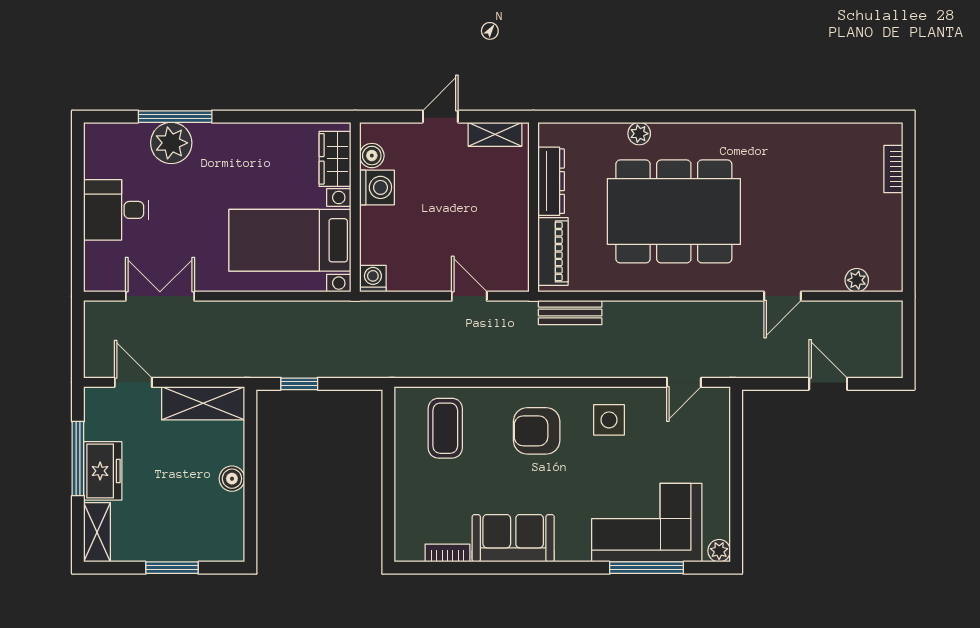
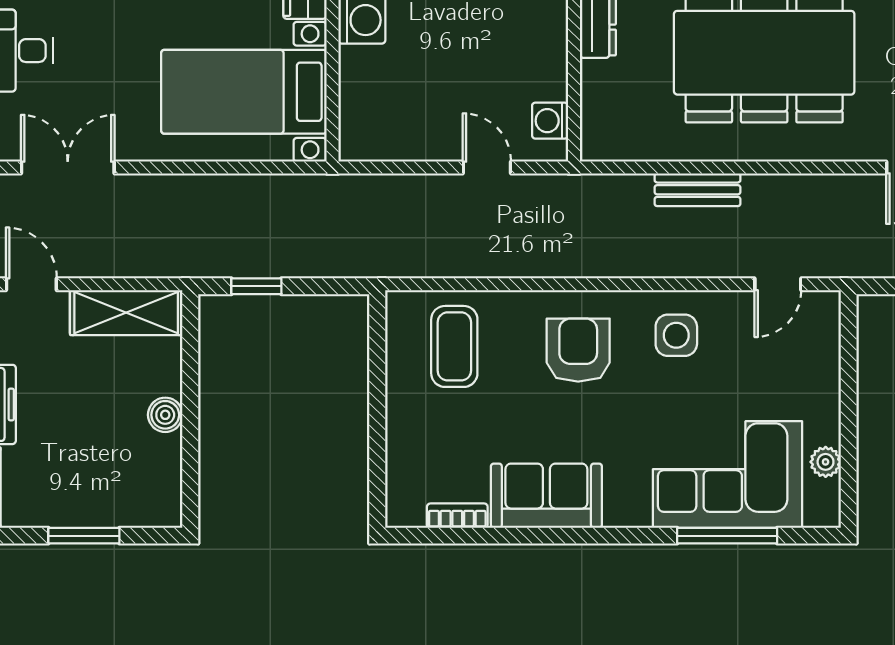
piano: (553, 251) -> (600, 107), removed
washing machine: (373, 279) -> (550, 121), moved, turned -90
bench: (570, 313) -> (697, 190), moved
armchair: (537, 431) -> (578, 350), turned 90
plant: (719, 551) -> (826, 462), moved

